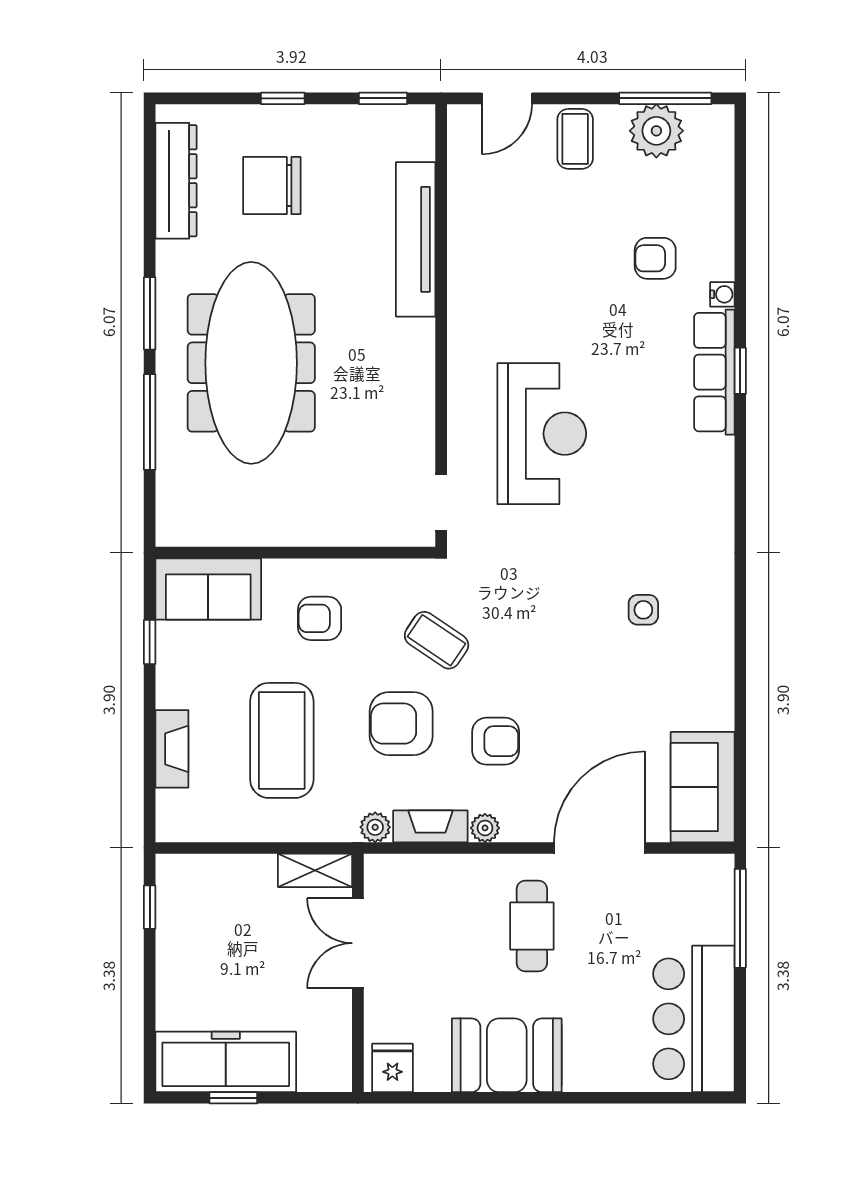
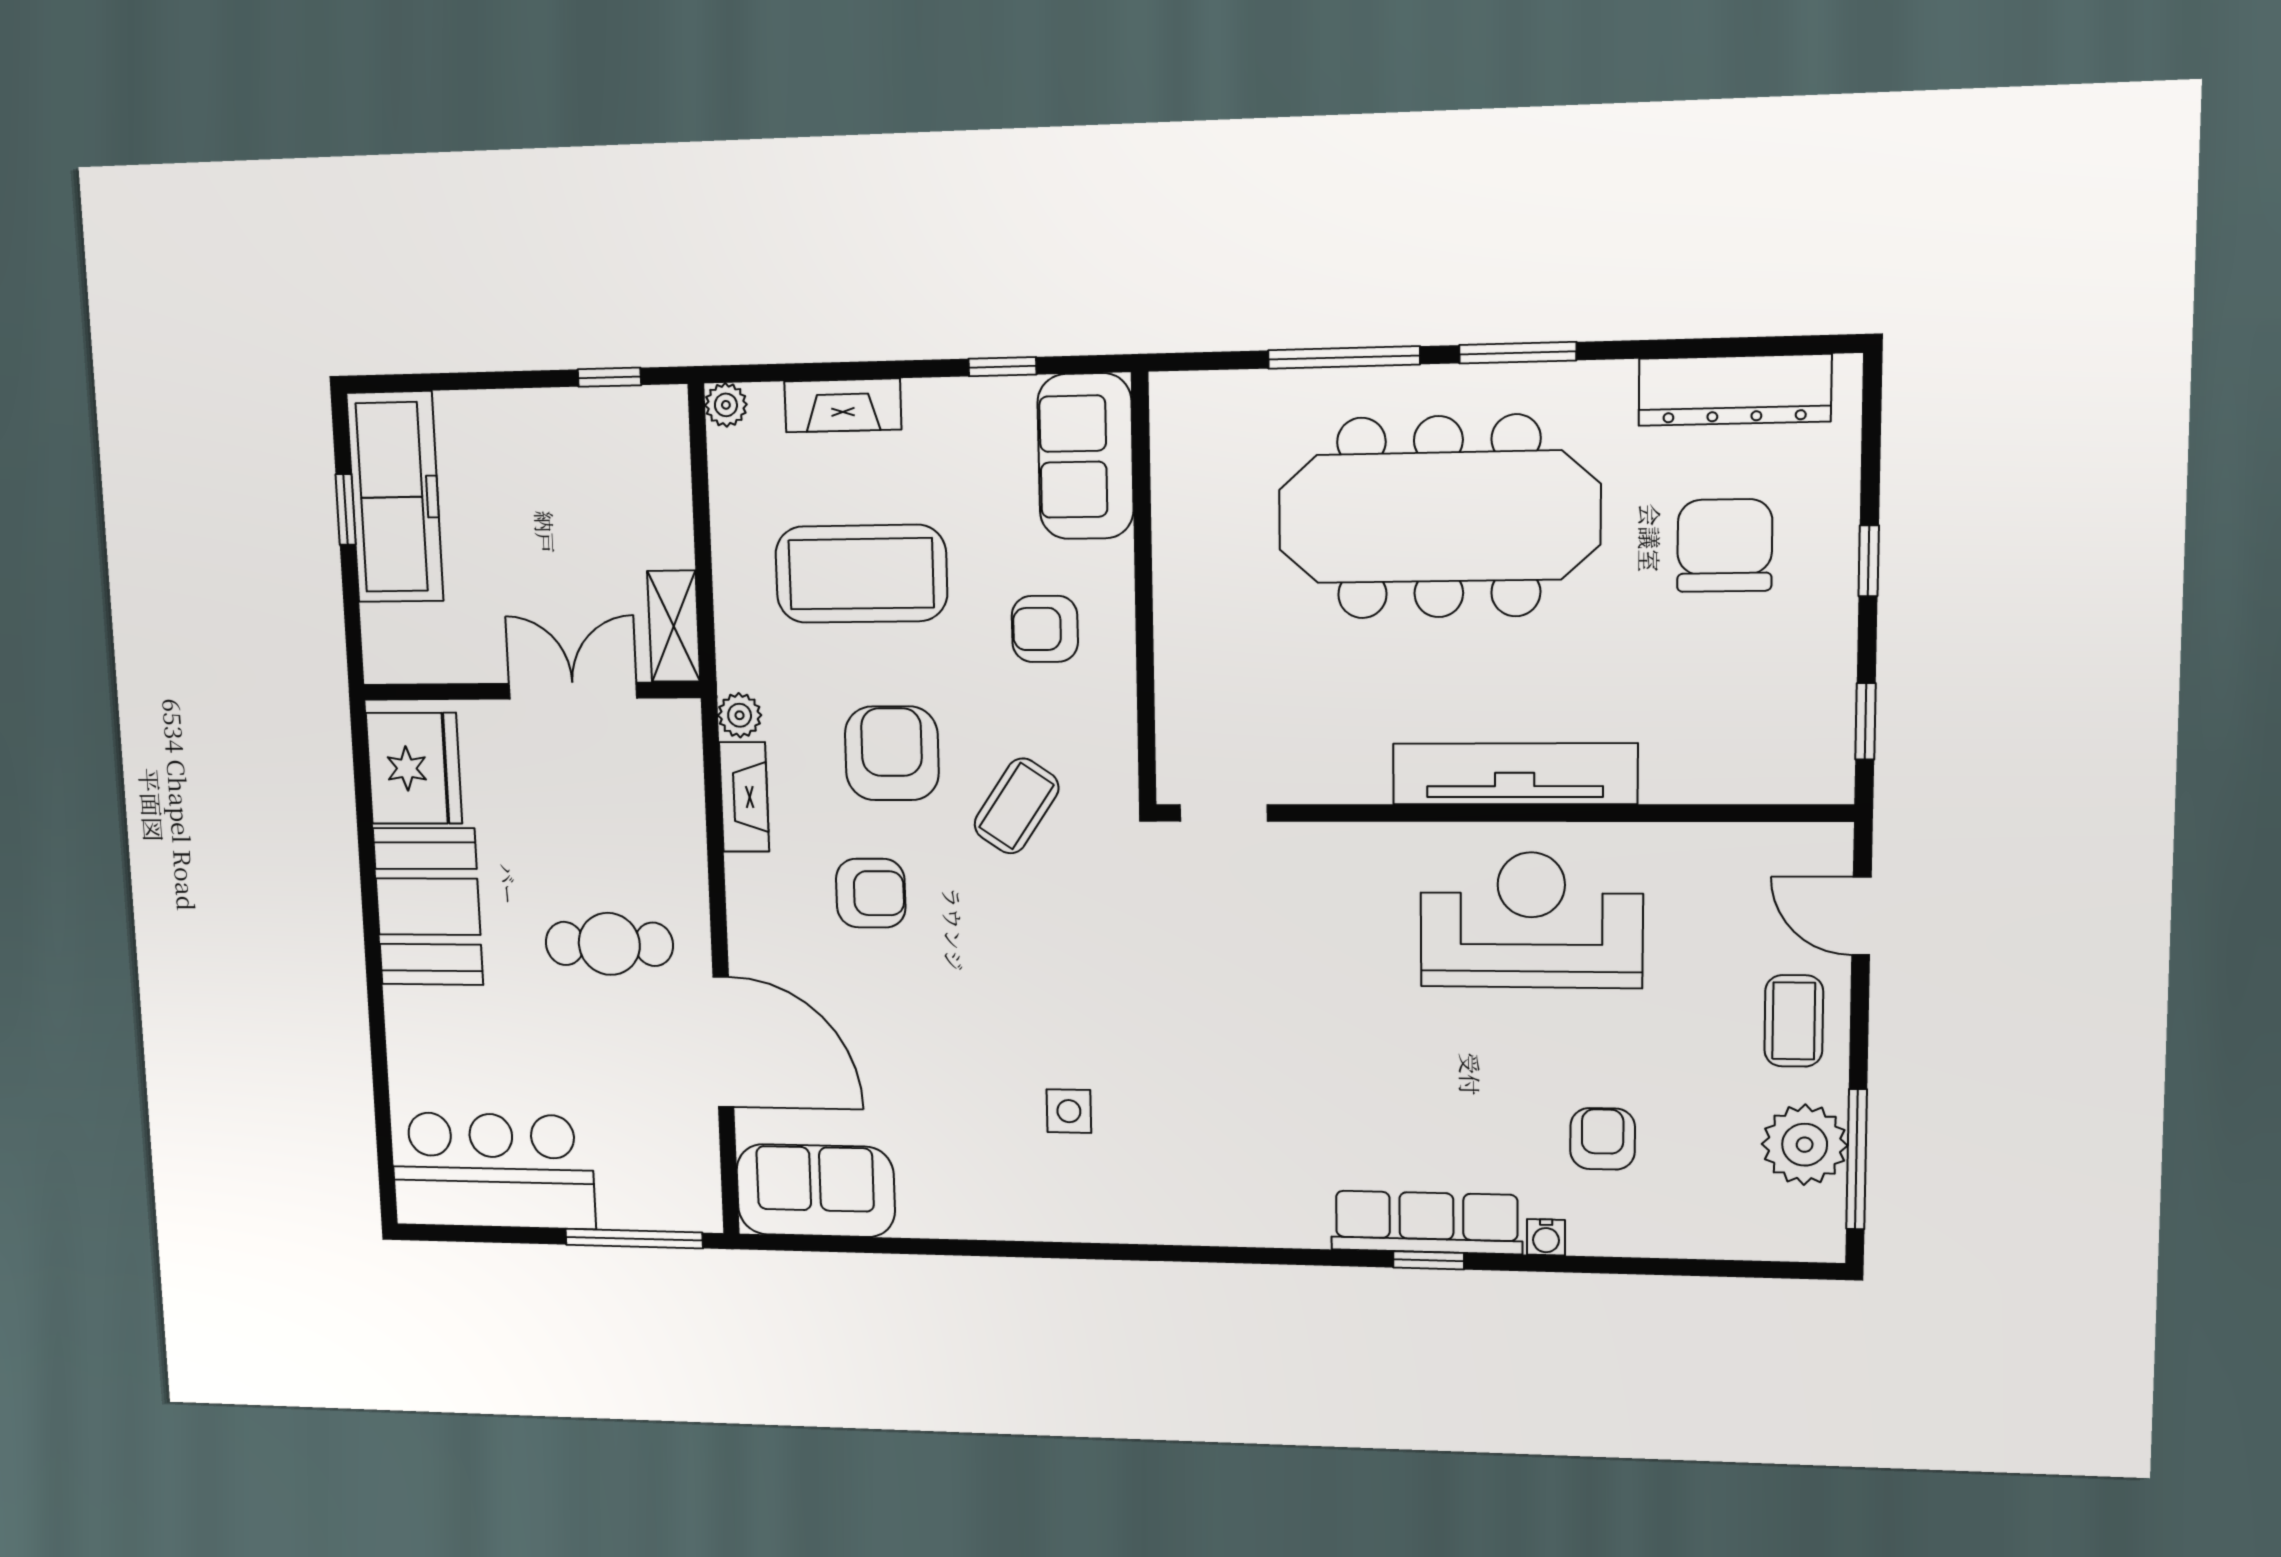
coffee table: (575, 139) -> (1794, 1021), turned 90
tv unit: (416, 239) -> (1515, 774), moved
reception desk: (542, 434) -> (1531, 920), moved, turned 180
armchair: (320, 618) -> (1045, 629), turned -90
armchair: (496, 741) -> (871, 893), turned -90
plant: (485, 828) -> (726, 405), moved
fridge: (392, 1068) -> (414, 768), width x1.88, depth x1.34

